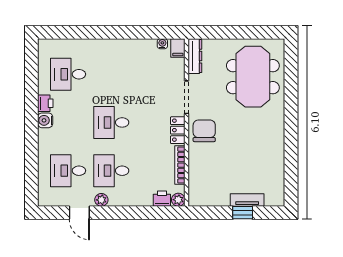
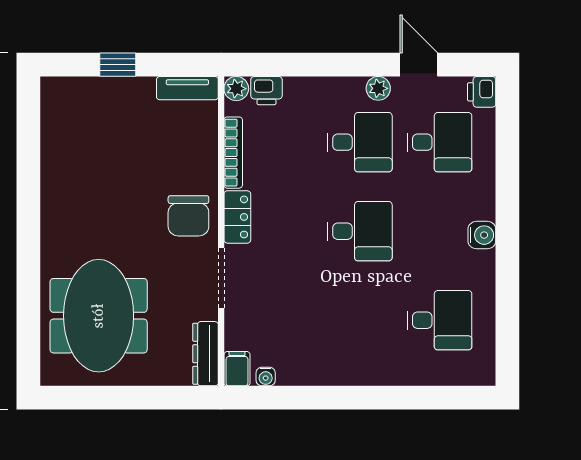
printer: (45, 103) -> (482, 92), moved
tv unit: (247, 200) -> (187, 88), moved

